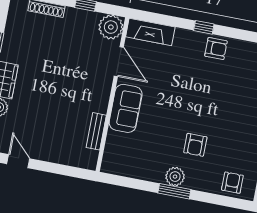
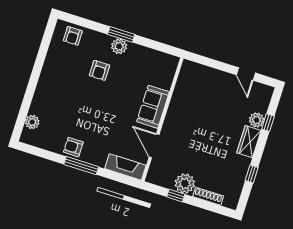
plant: (111, 27) -> (185, 184), moved
window: (204, 27) -> (81, 166), width x2.17
bench: (96, 131) -> (179, 91), removed
armchair: (195, 145) -> (99, 70), turned 180

